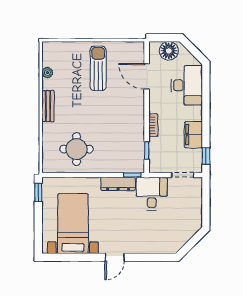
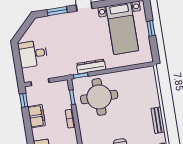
round table: (77, 149) -> (99, 97), moved, width x1.36, depth x1.36
window: (38, 192) -> (151, 28), moved
desk: (152, 194) -> (33, 54), moved, turned 90
window: (148, 257) -> (57, 11), added

